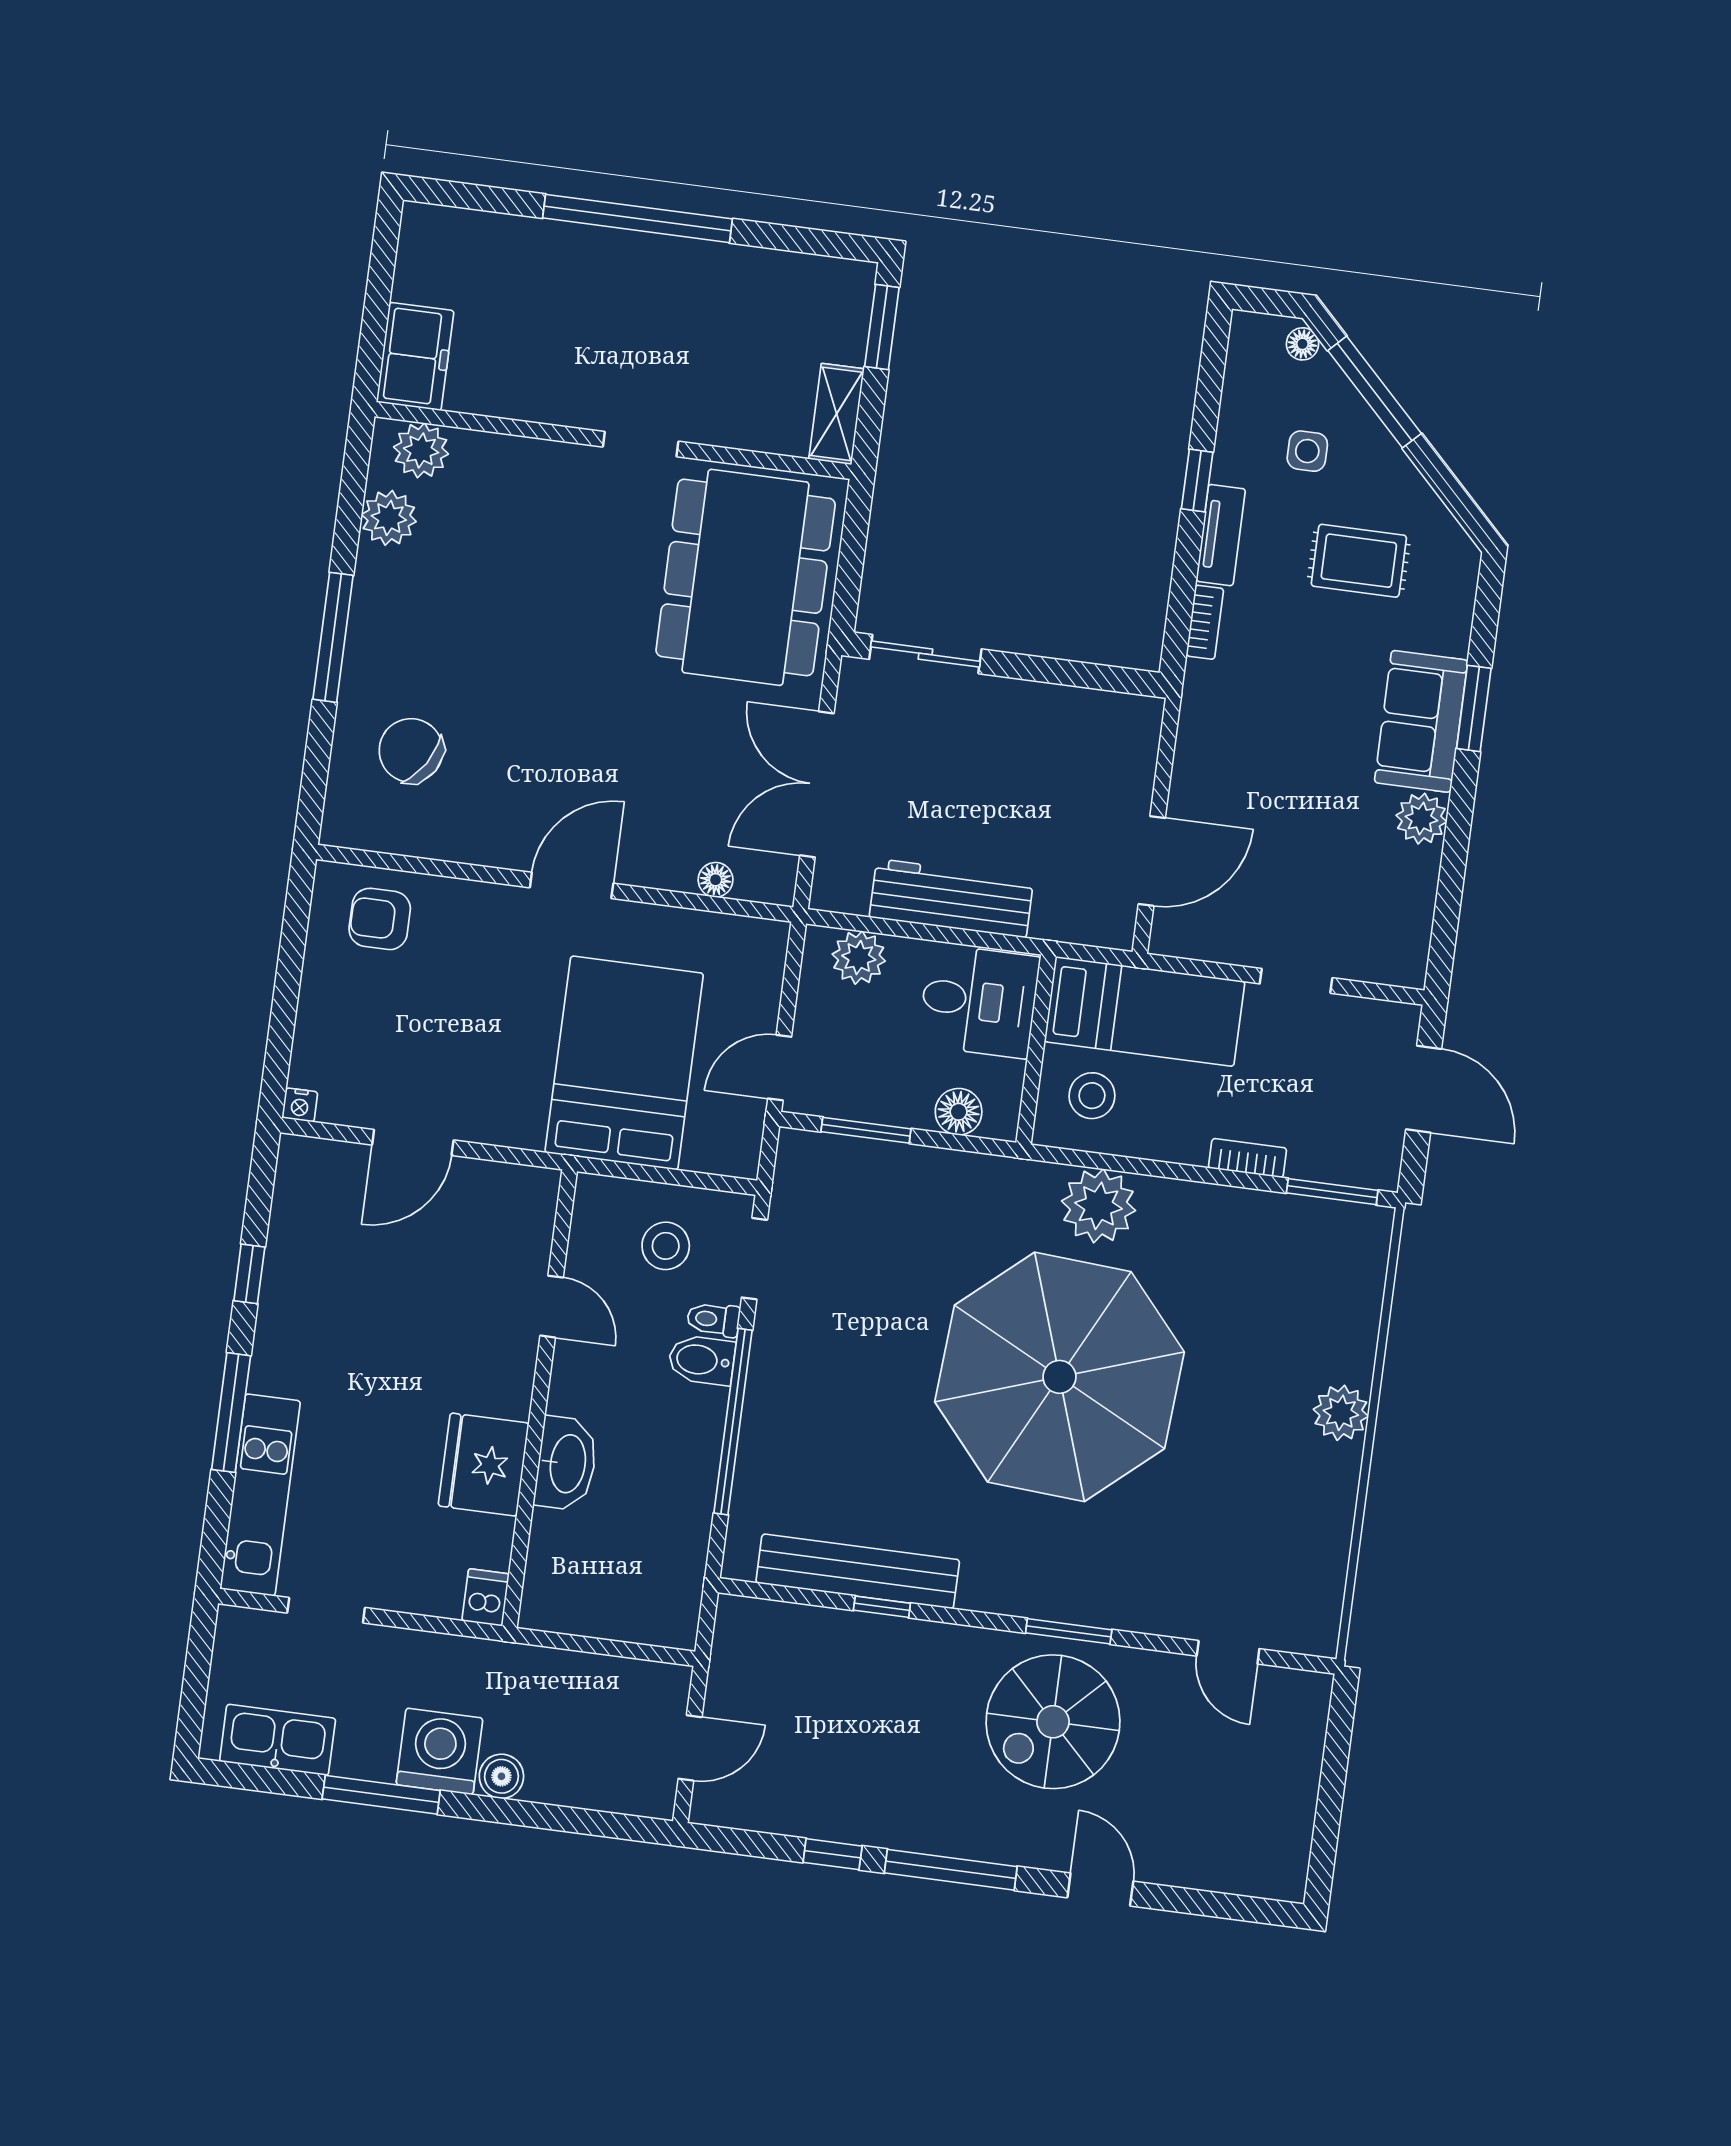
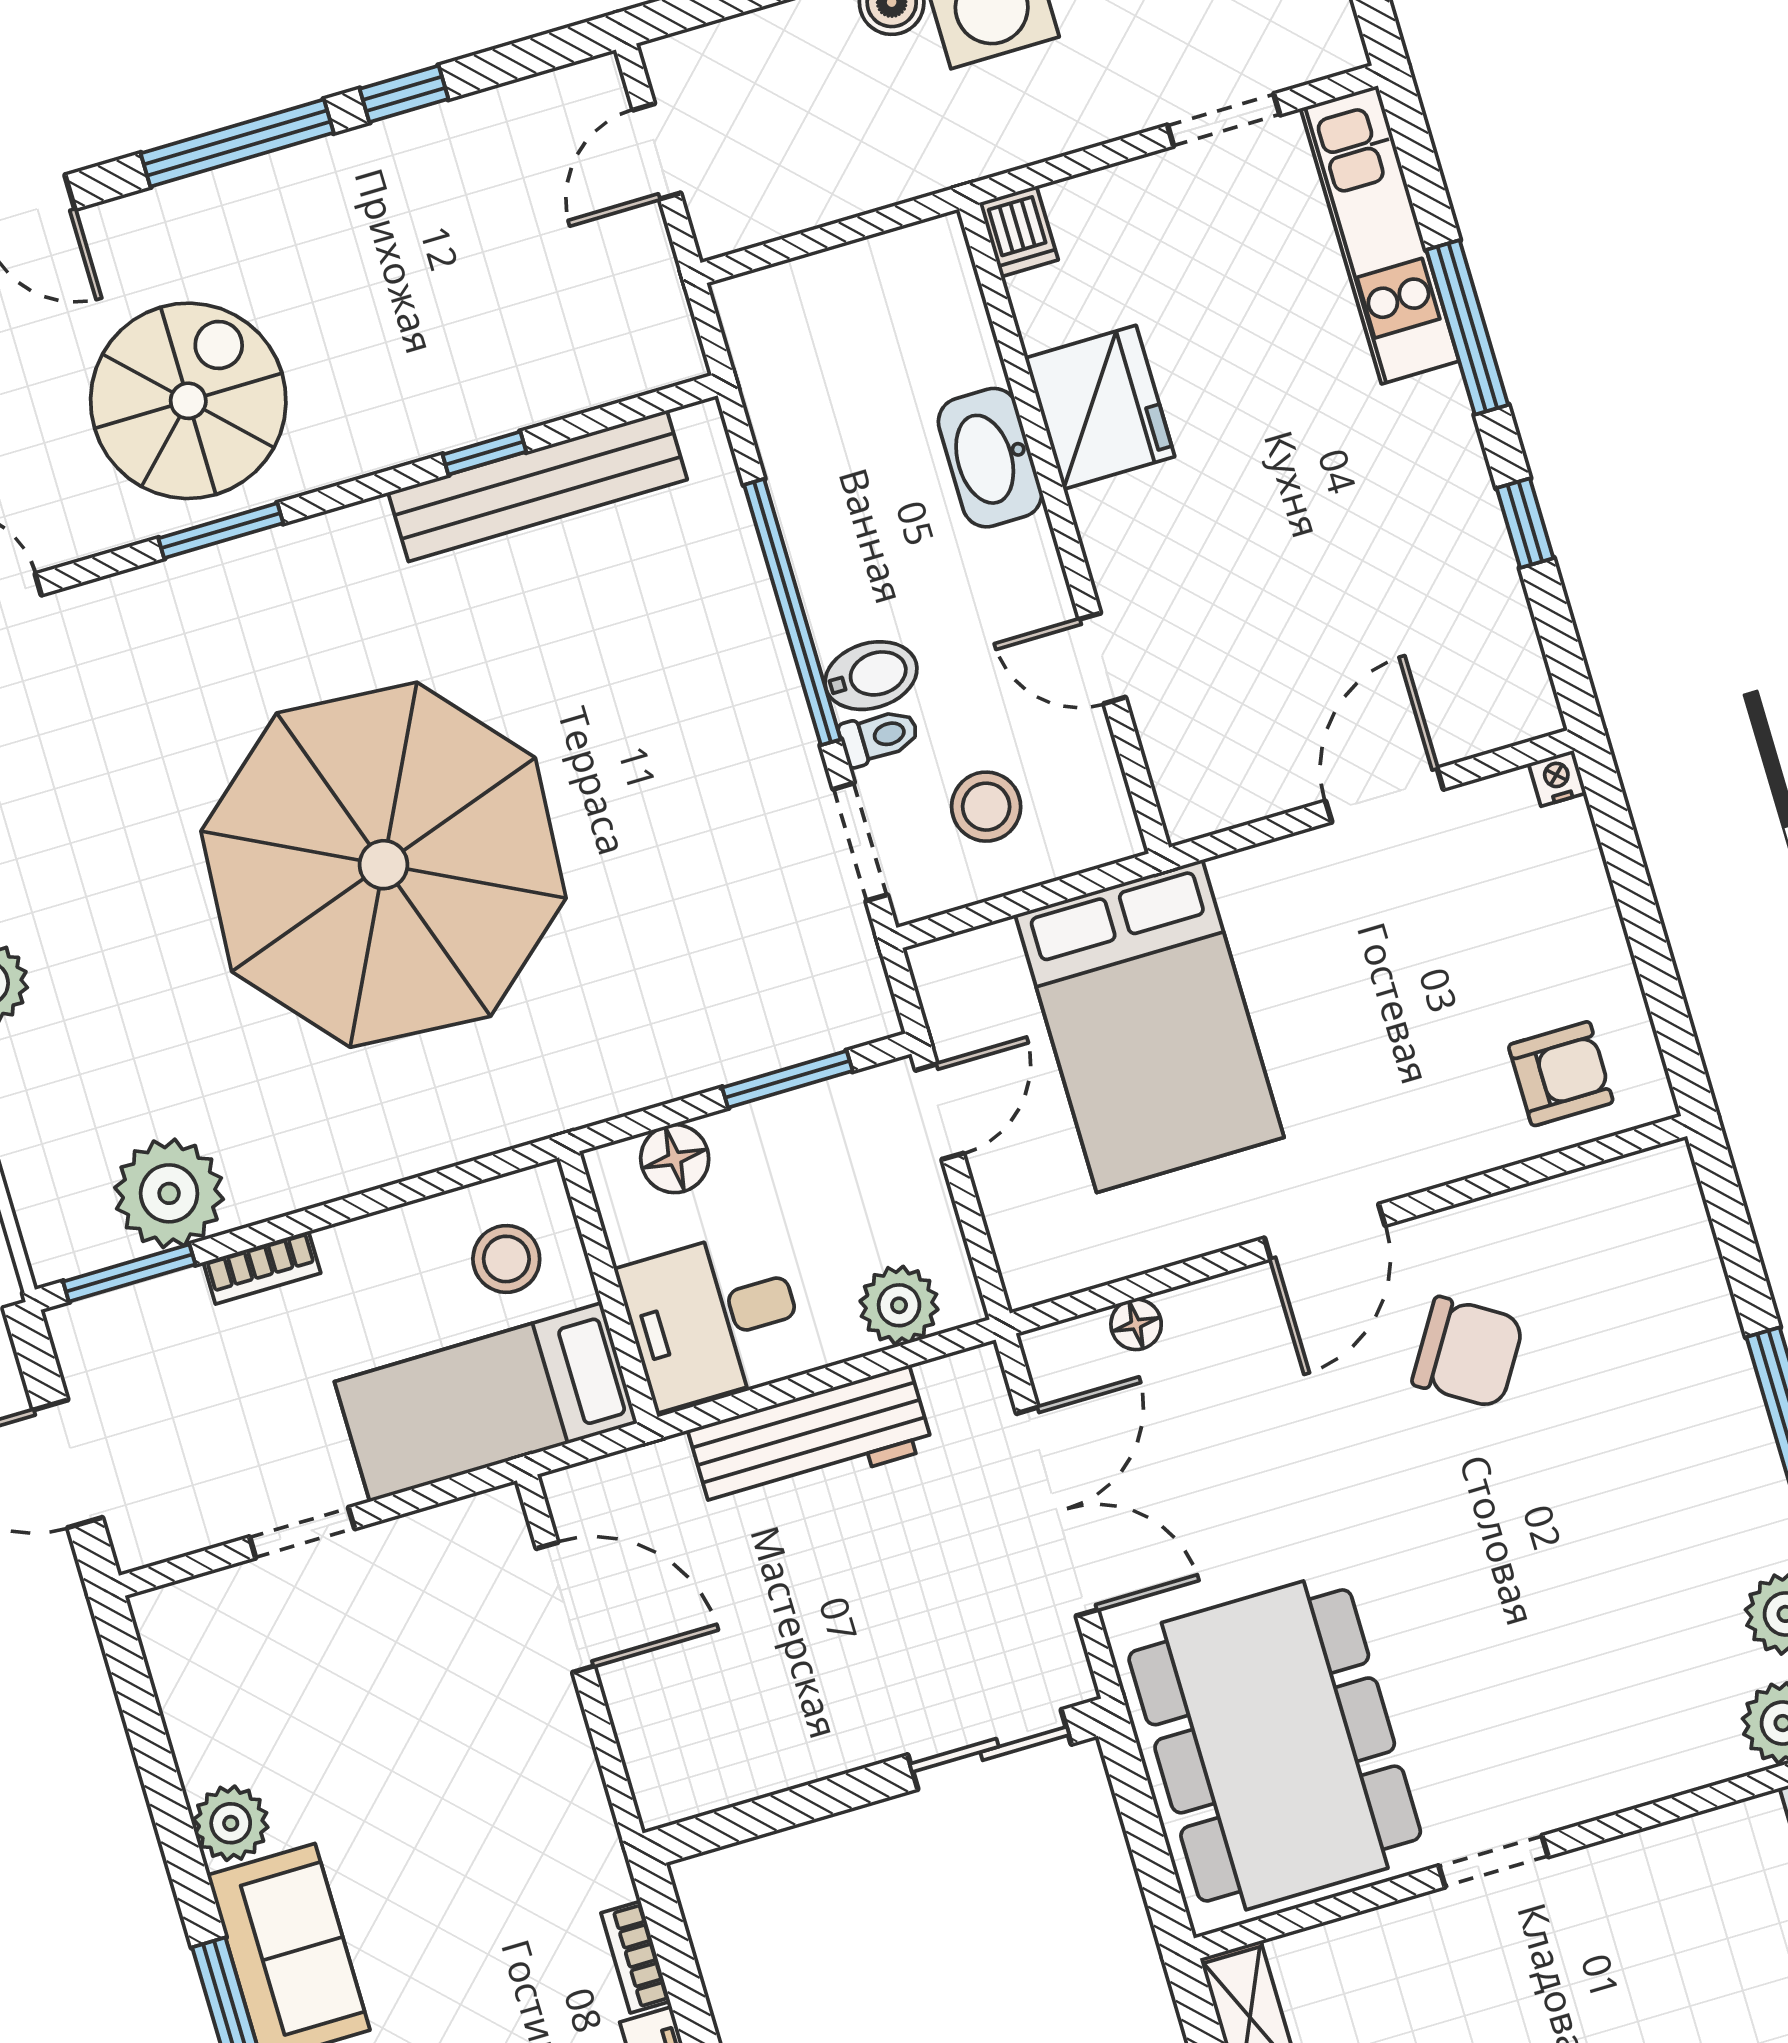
chair: (411, 751) -> (1468, 1352), moved
door: (1152, 861) -> (565, 1607), swing flipped
plant: (1098, 1206) -> (169, 1193), moved

